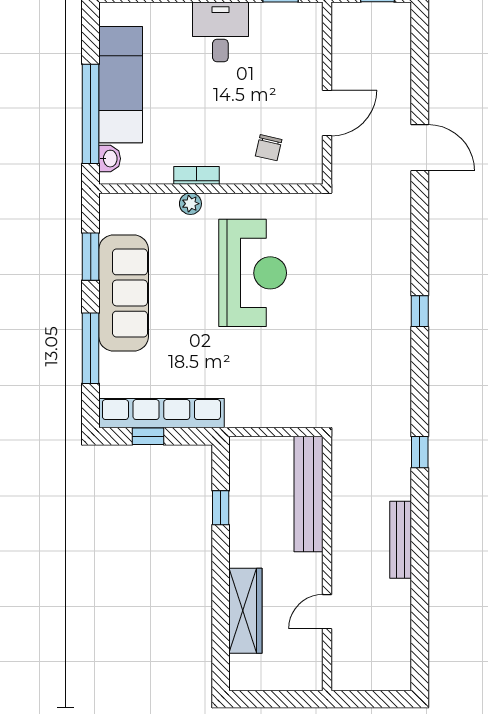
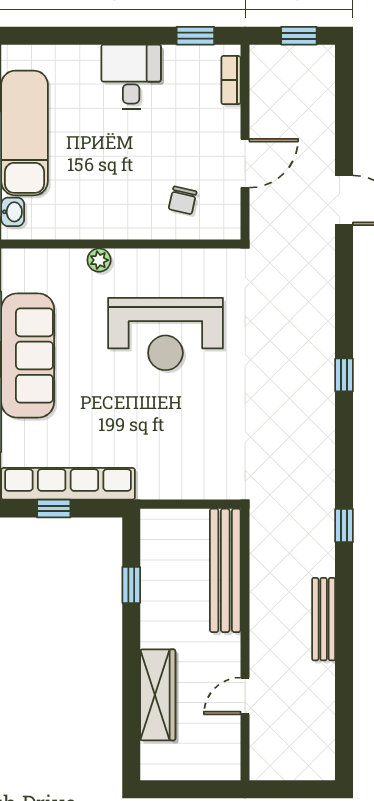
bookcase: (197, 175) -> (231, 80), moved, turned -90
reception desk: (253, 273) -> (165, 334), turned 90

